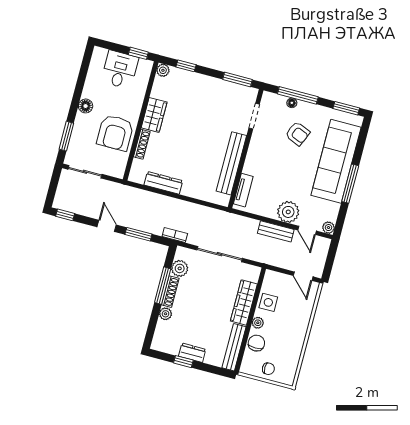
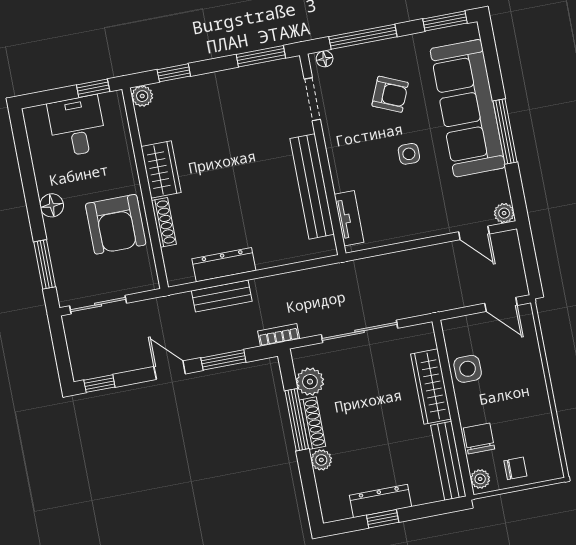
floor lamp: (292, 103) -> (325, 59), moved
side table: (292, 171) -> (409, 154), added
plant: (288, 212) -> (432, 219), removed
bench: (276, 231) -> (222, 296), moved
plant: (258, 323) -> (480, 479), moved
dresser: (192, 353) -> (380, 501), width x1.44

